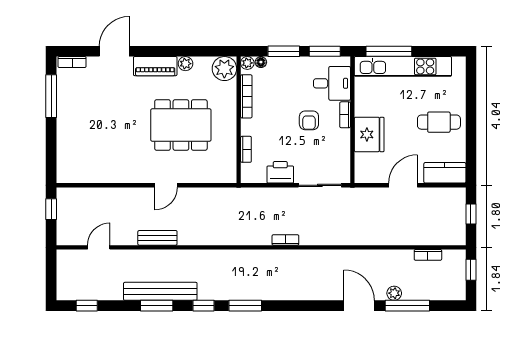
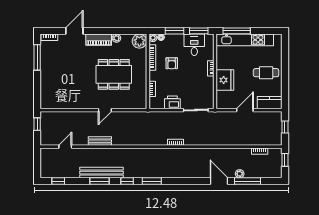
desk: (332, 83) -> (194, 45), moved, turned -90
armchair: (309, 120) -> (172, 63), moved

